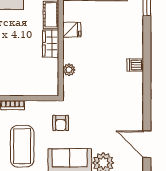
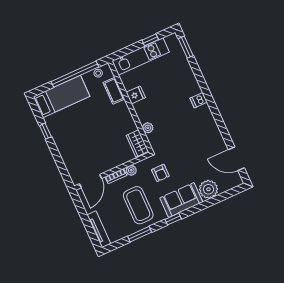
wardrobe: (51, 44) -> (137, 143), moved
plant: (31, 106) -> (131, 170), added

